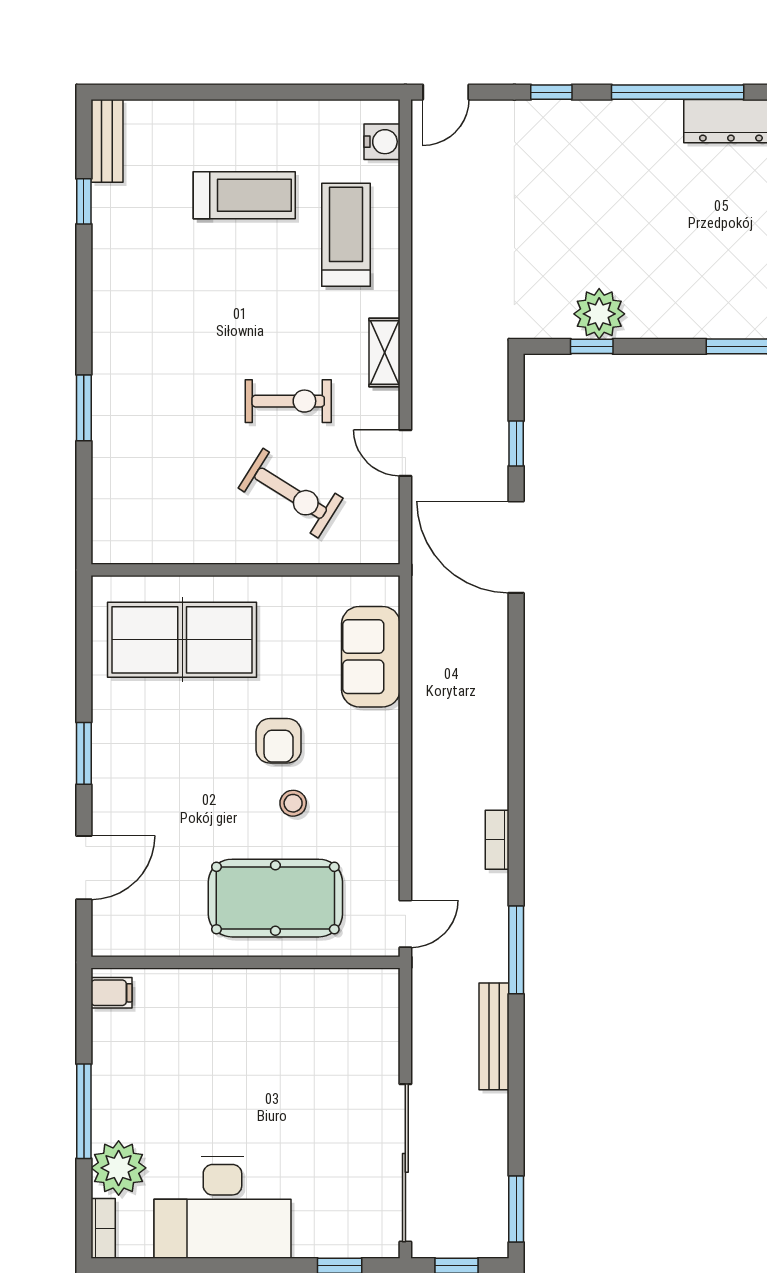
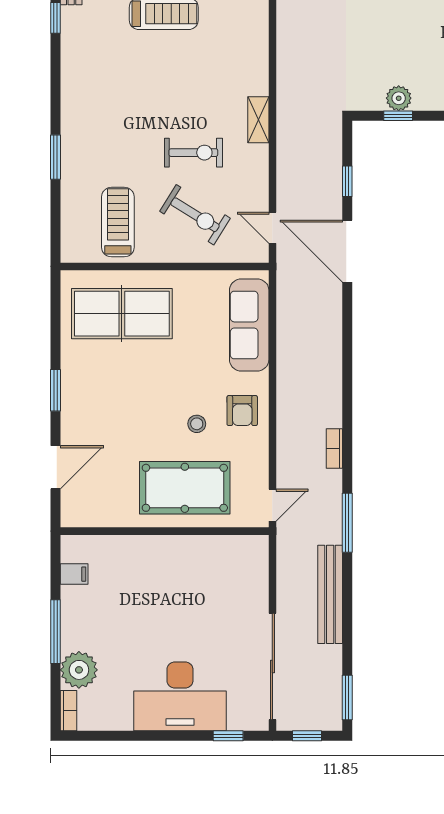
treadmill: (346, 235) -> (118, 222), moved
plant: (599, 314) -> (399, 98), width x0.73, depth x0.73
door: (405, 453) -> (272, 228), moved
sofa: (371, 657) -> (249, 325), width x1.36
armchair: (279, 741) -> (242, 411), moved
filing cabinet: (111, 993) -> (74, 574), moved
bench: (494, 1036) -> (330, 594), width x1.37, depth x1.21
desk: (222, 1207) -> (180, 696), moved

